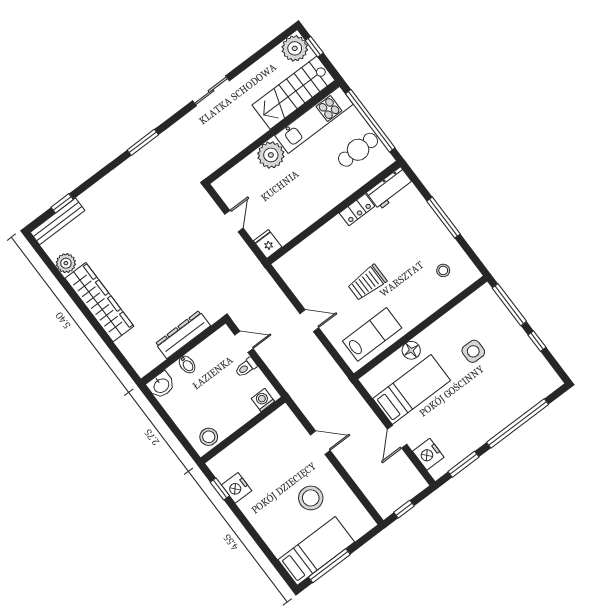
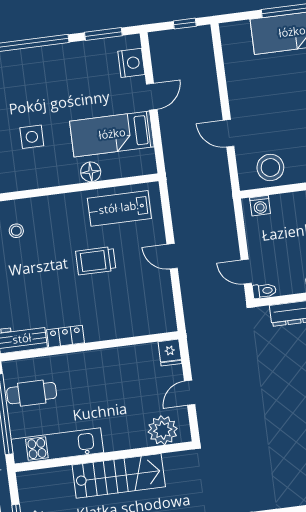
stairs: (294, 93) -> (119, 476), moved
plant: (271, 155) -> (163, 430), moved
trolley: (367, 283) -> (96, 261), turned 180
toilet: (246, 367) -> (264, 291), moved
stool: (311, 498) -> (270, 167), moved

